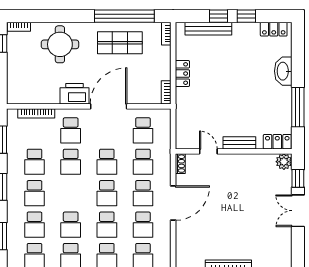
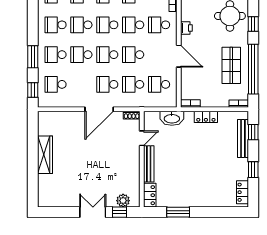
window: (70, 16) -> (253, 24), added
window: (218, 16) -> (253, 132), moved
washbasin: (283, 71) -> (172, 118), moved, turned 180
printer: (74, 94) -> (186, 28), width x0.53, depth x0.68
door: (109, 106) -> (179, 56), width x0.73
window: (298, 107) -> (178, 212), width x0.69
bench: (239, 143) -> (149, 164), width x1.36
plant: (284, 162) -> (123, 201), moved
door: (173, 203) -> (99, 109), hinge flipped
school desk: (143, 225) -> (107, 25), moved

